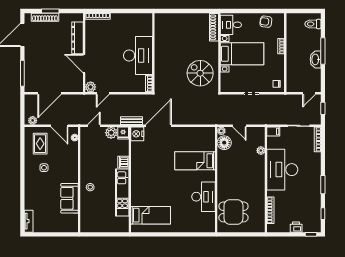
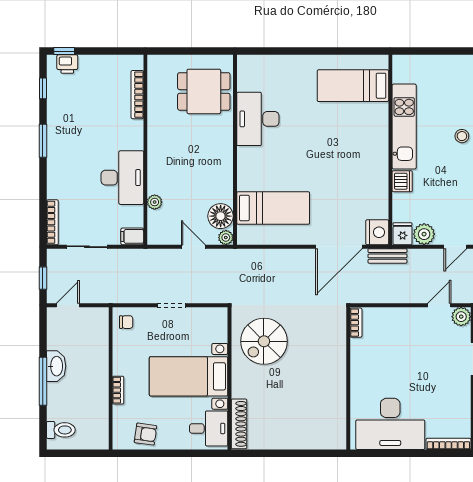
desk: (138, 56) -> (390, 424), moved, turned -90
spiral stairs: (200, 73) -> (264, 341), turned 90
bed: (195, 161) -> (273, 208), moved
desk: (282, 170) -> (122, 178), width x0.73, depth x0.77
printer: (296, 227) -> (67, 64), moved

